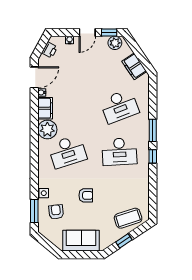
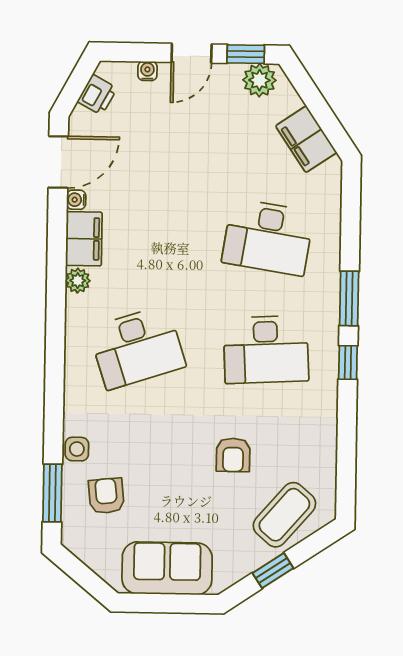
desk: (119, 106) -> (268, 237), turned 30
plant: (47, 130) -> (78, 281), width x0.53, depth x0.53
armchair: (86, 195) -> (233, 455), moved, turned 90
coffee table: (128, 218) -> (284, 515), turned -31

